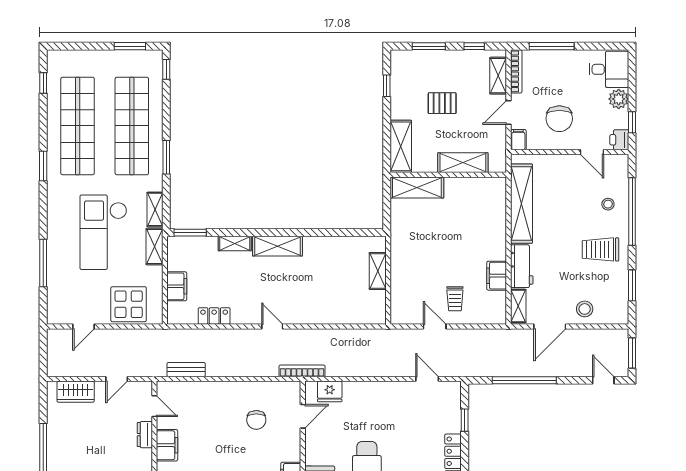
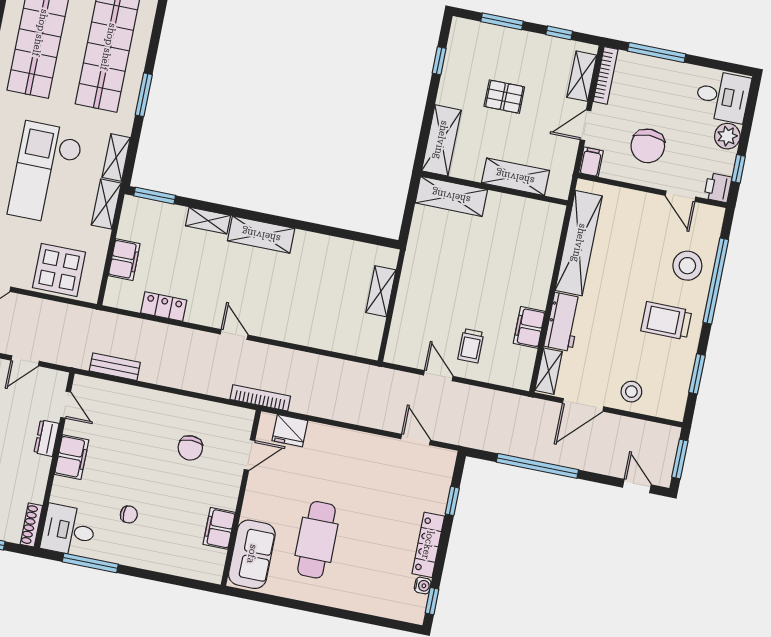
stool: (608, 204) -> (687, 266), width x1.89, depth x1.89

